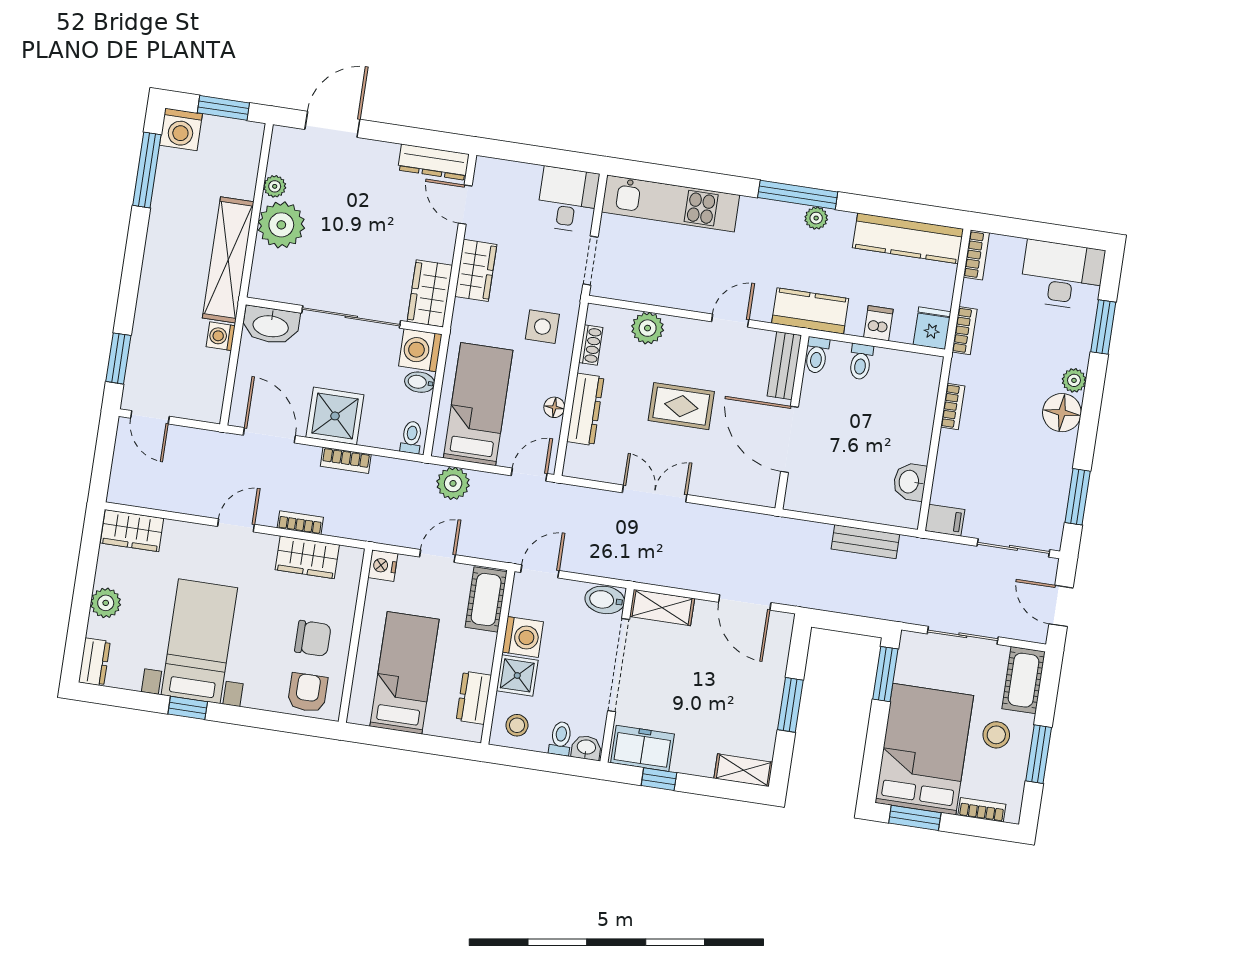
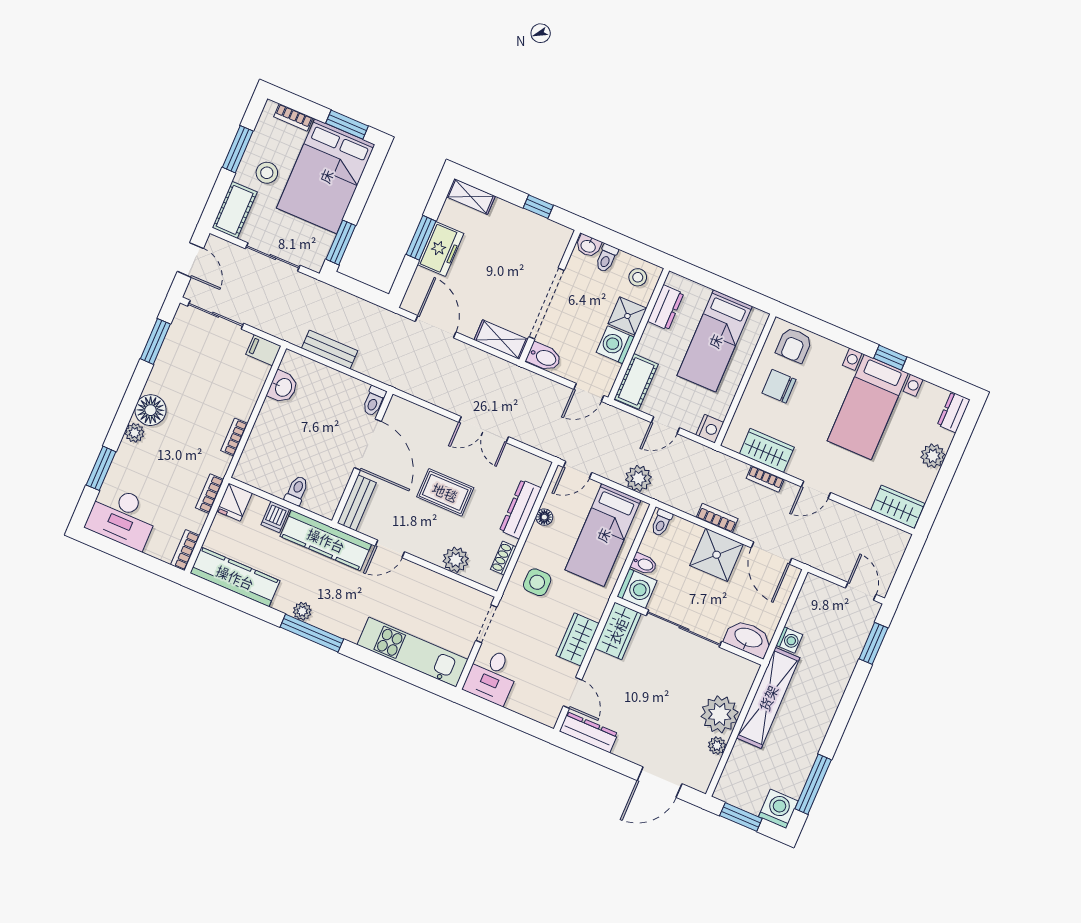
kitchen counter: (810, 311) -> (326, 540), width x1.50
toilet: (817, 355) -> (374, 401), moved, turned 180
freezer: (643, 748) -> (440, 249), moved, turned -90

